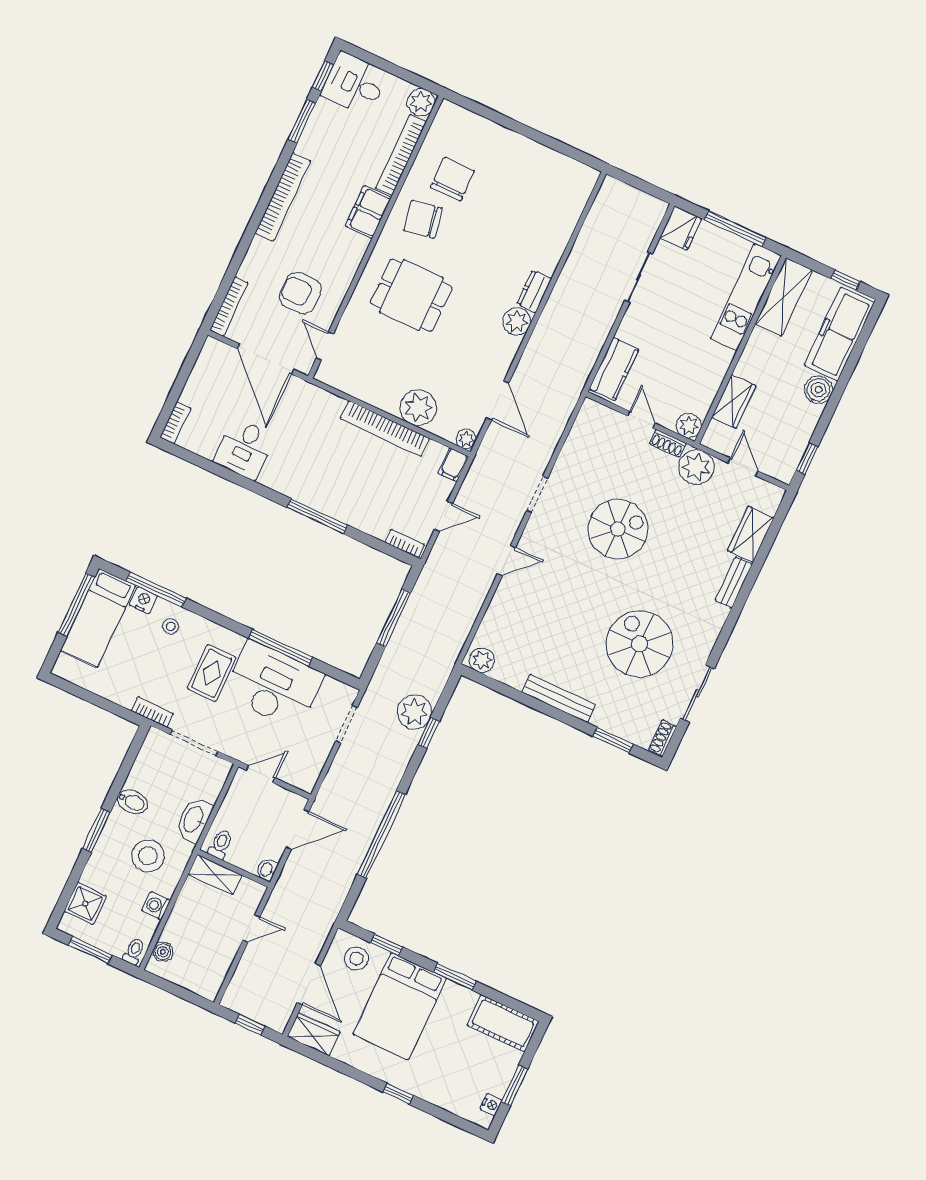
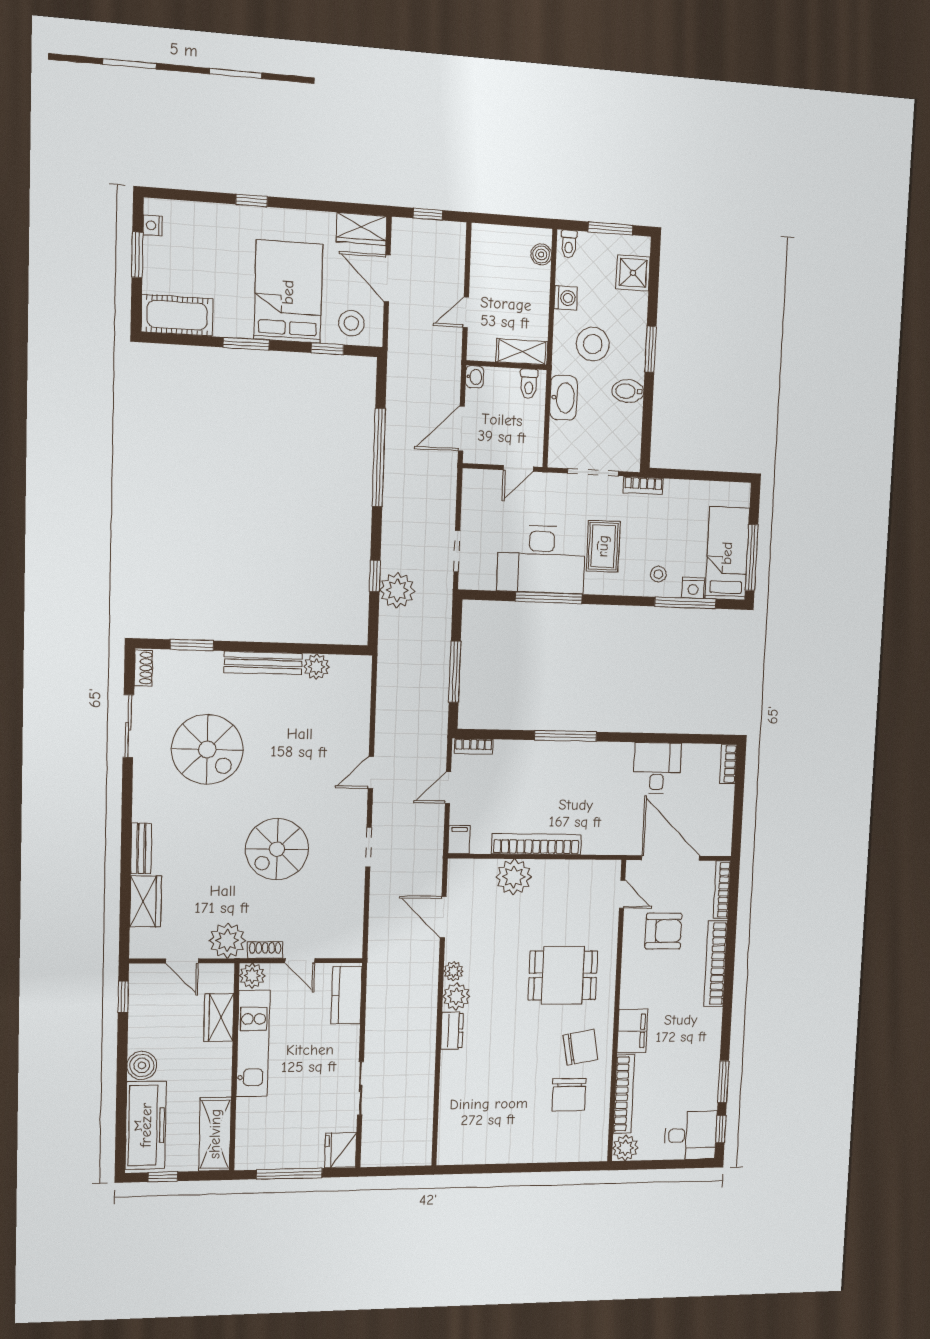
bookcase: (283, 197) -> (716, 964), moved
kitchen unit: (746, 297) -> (253, 1043), moved
plant: (466, 439) -> (453, 971), moved
plant: (482, 660) -> (316, 667), moved

